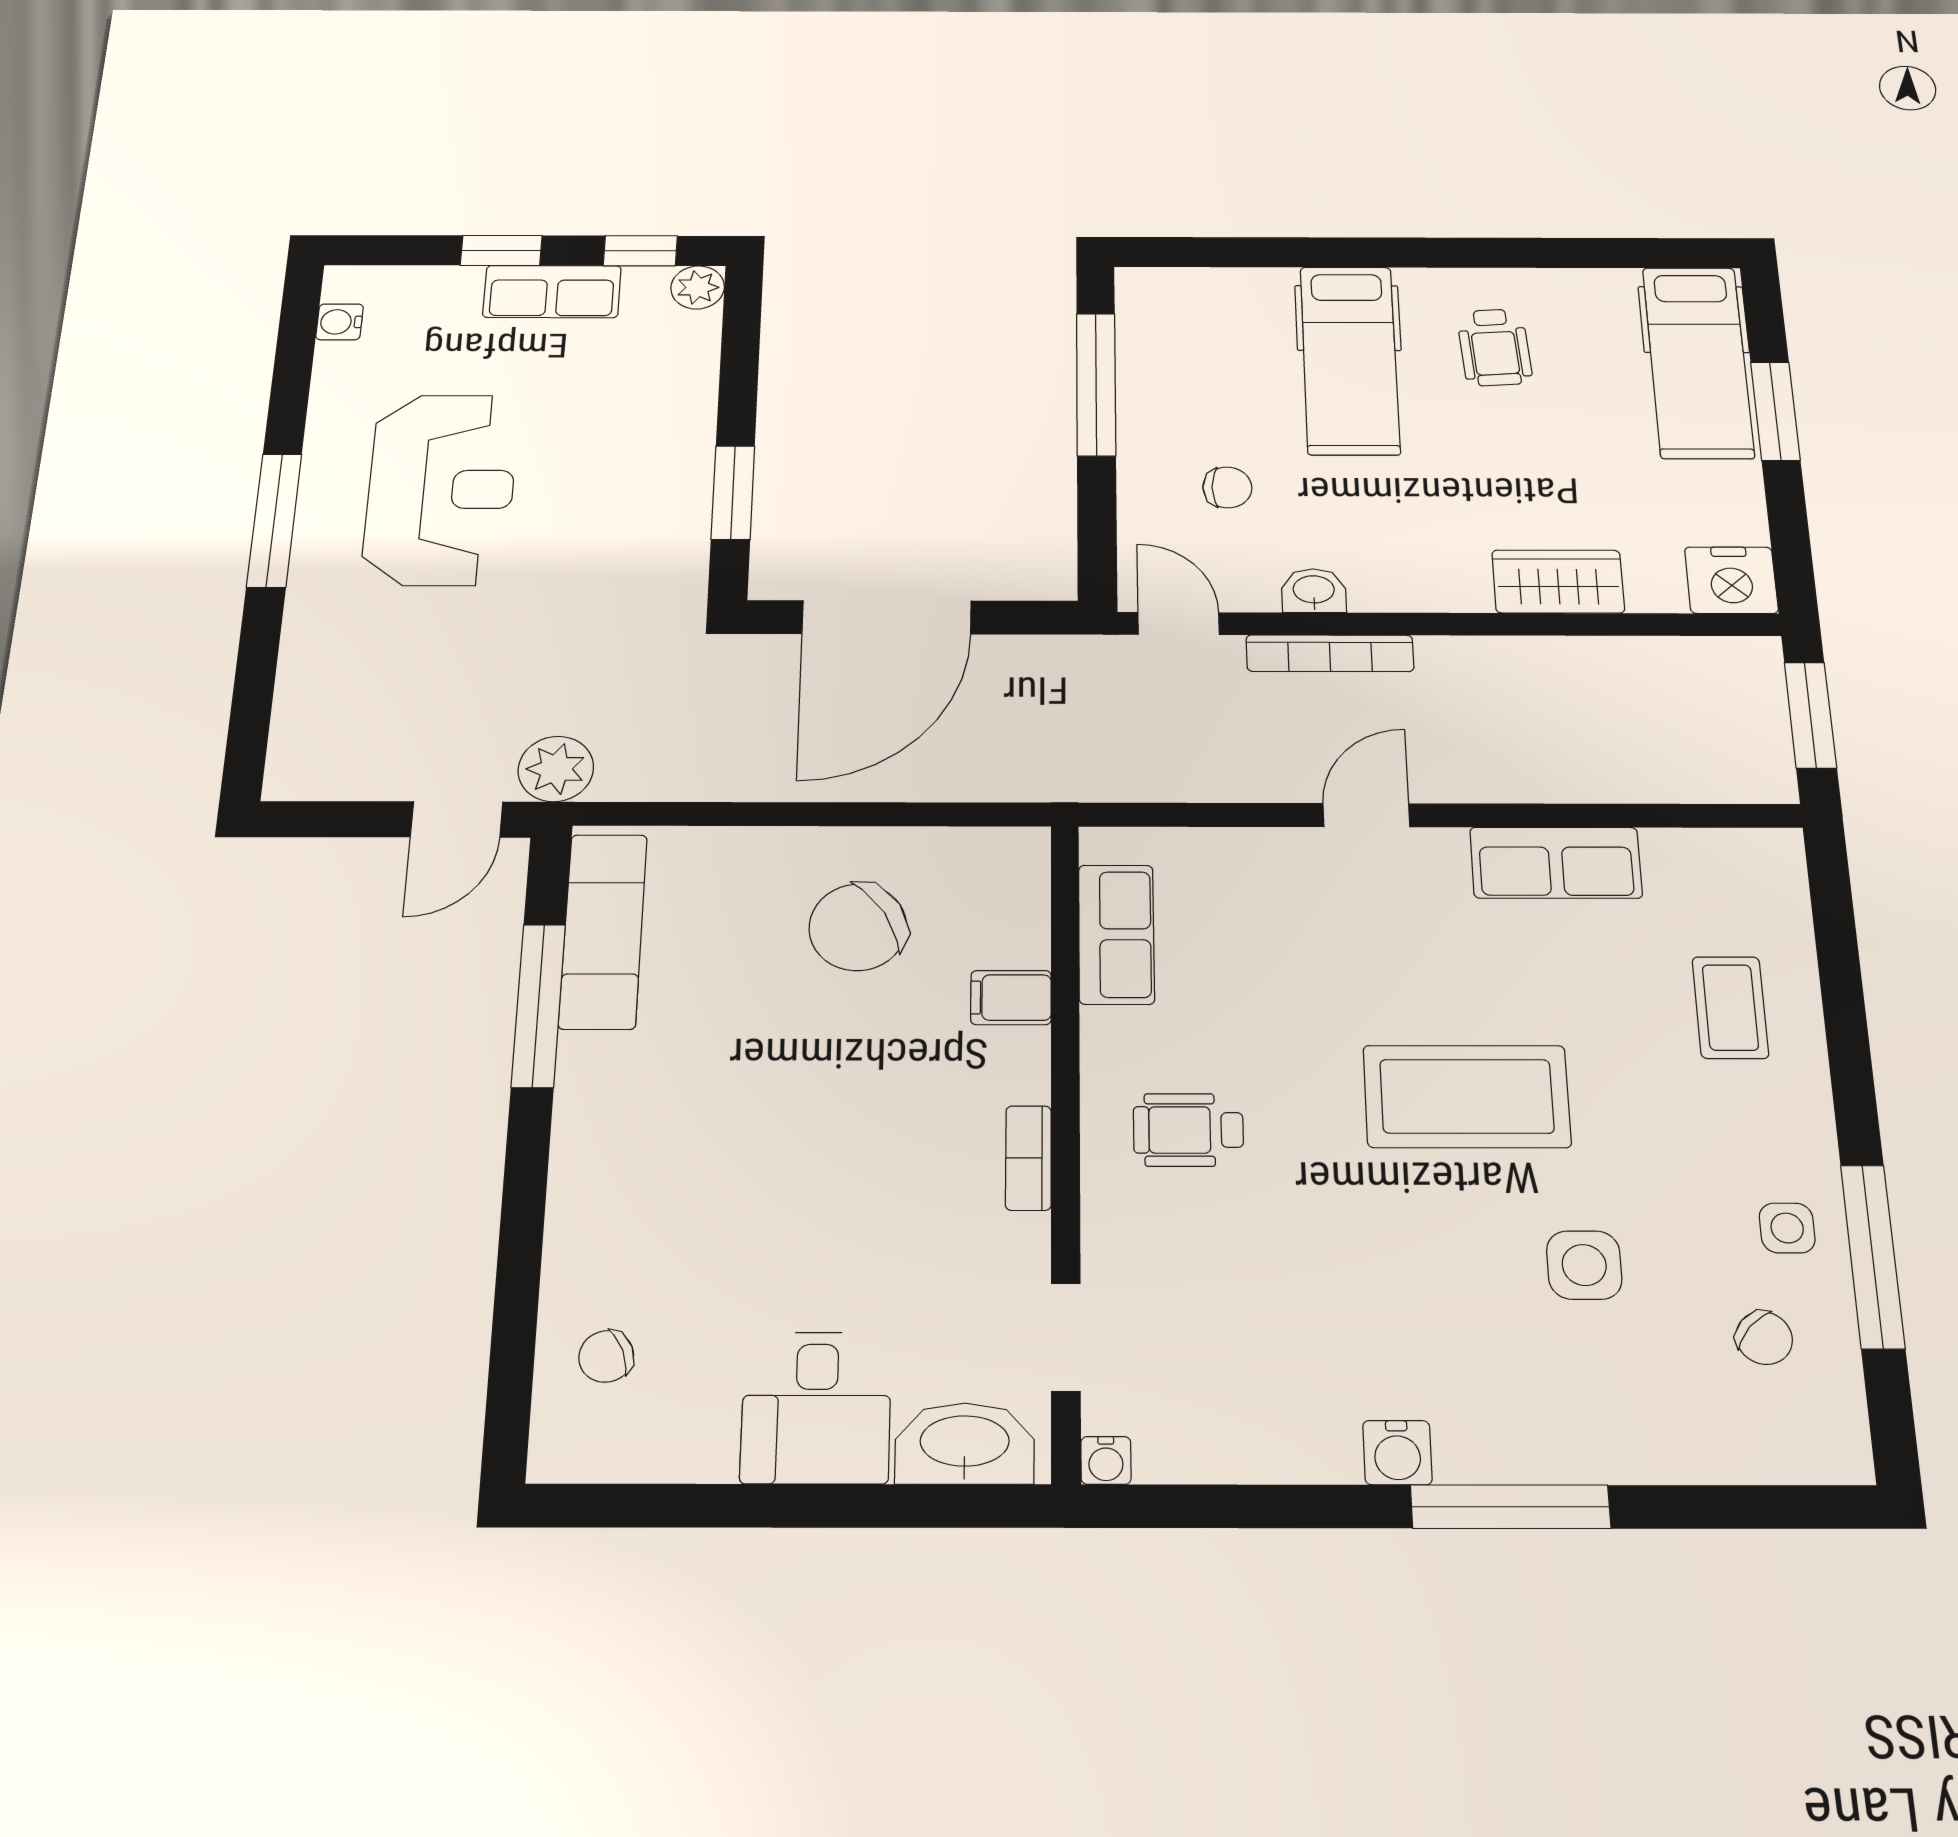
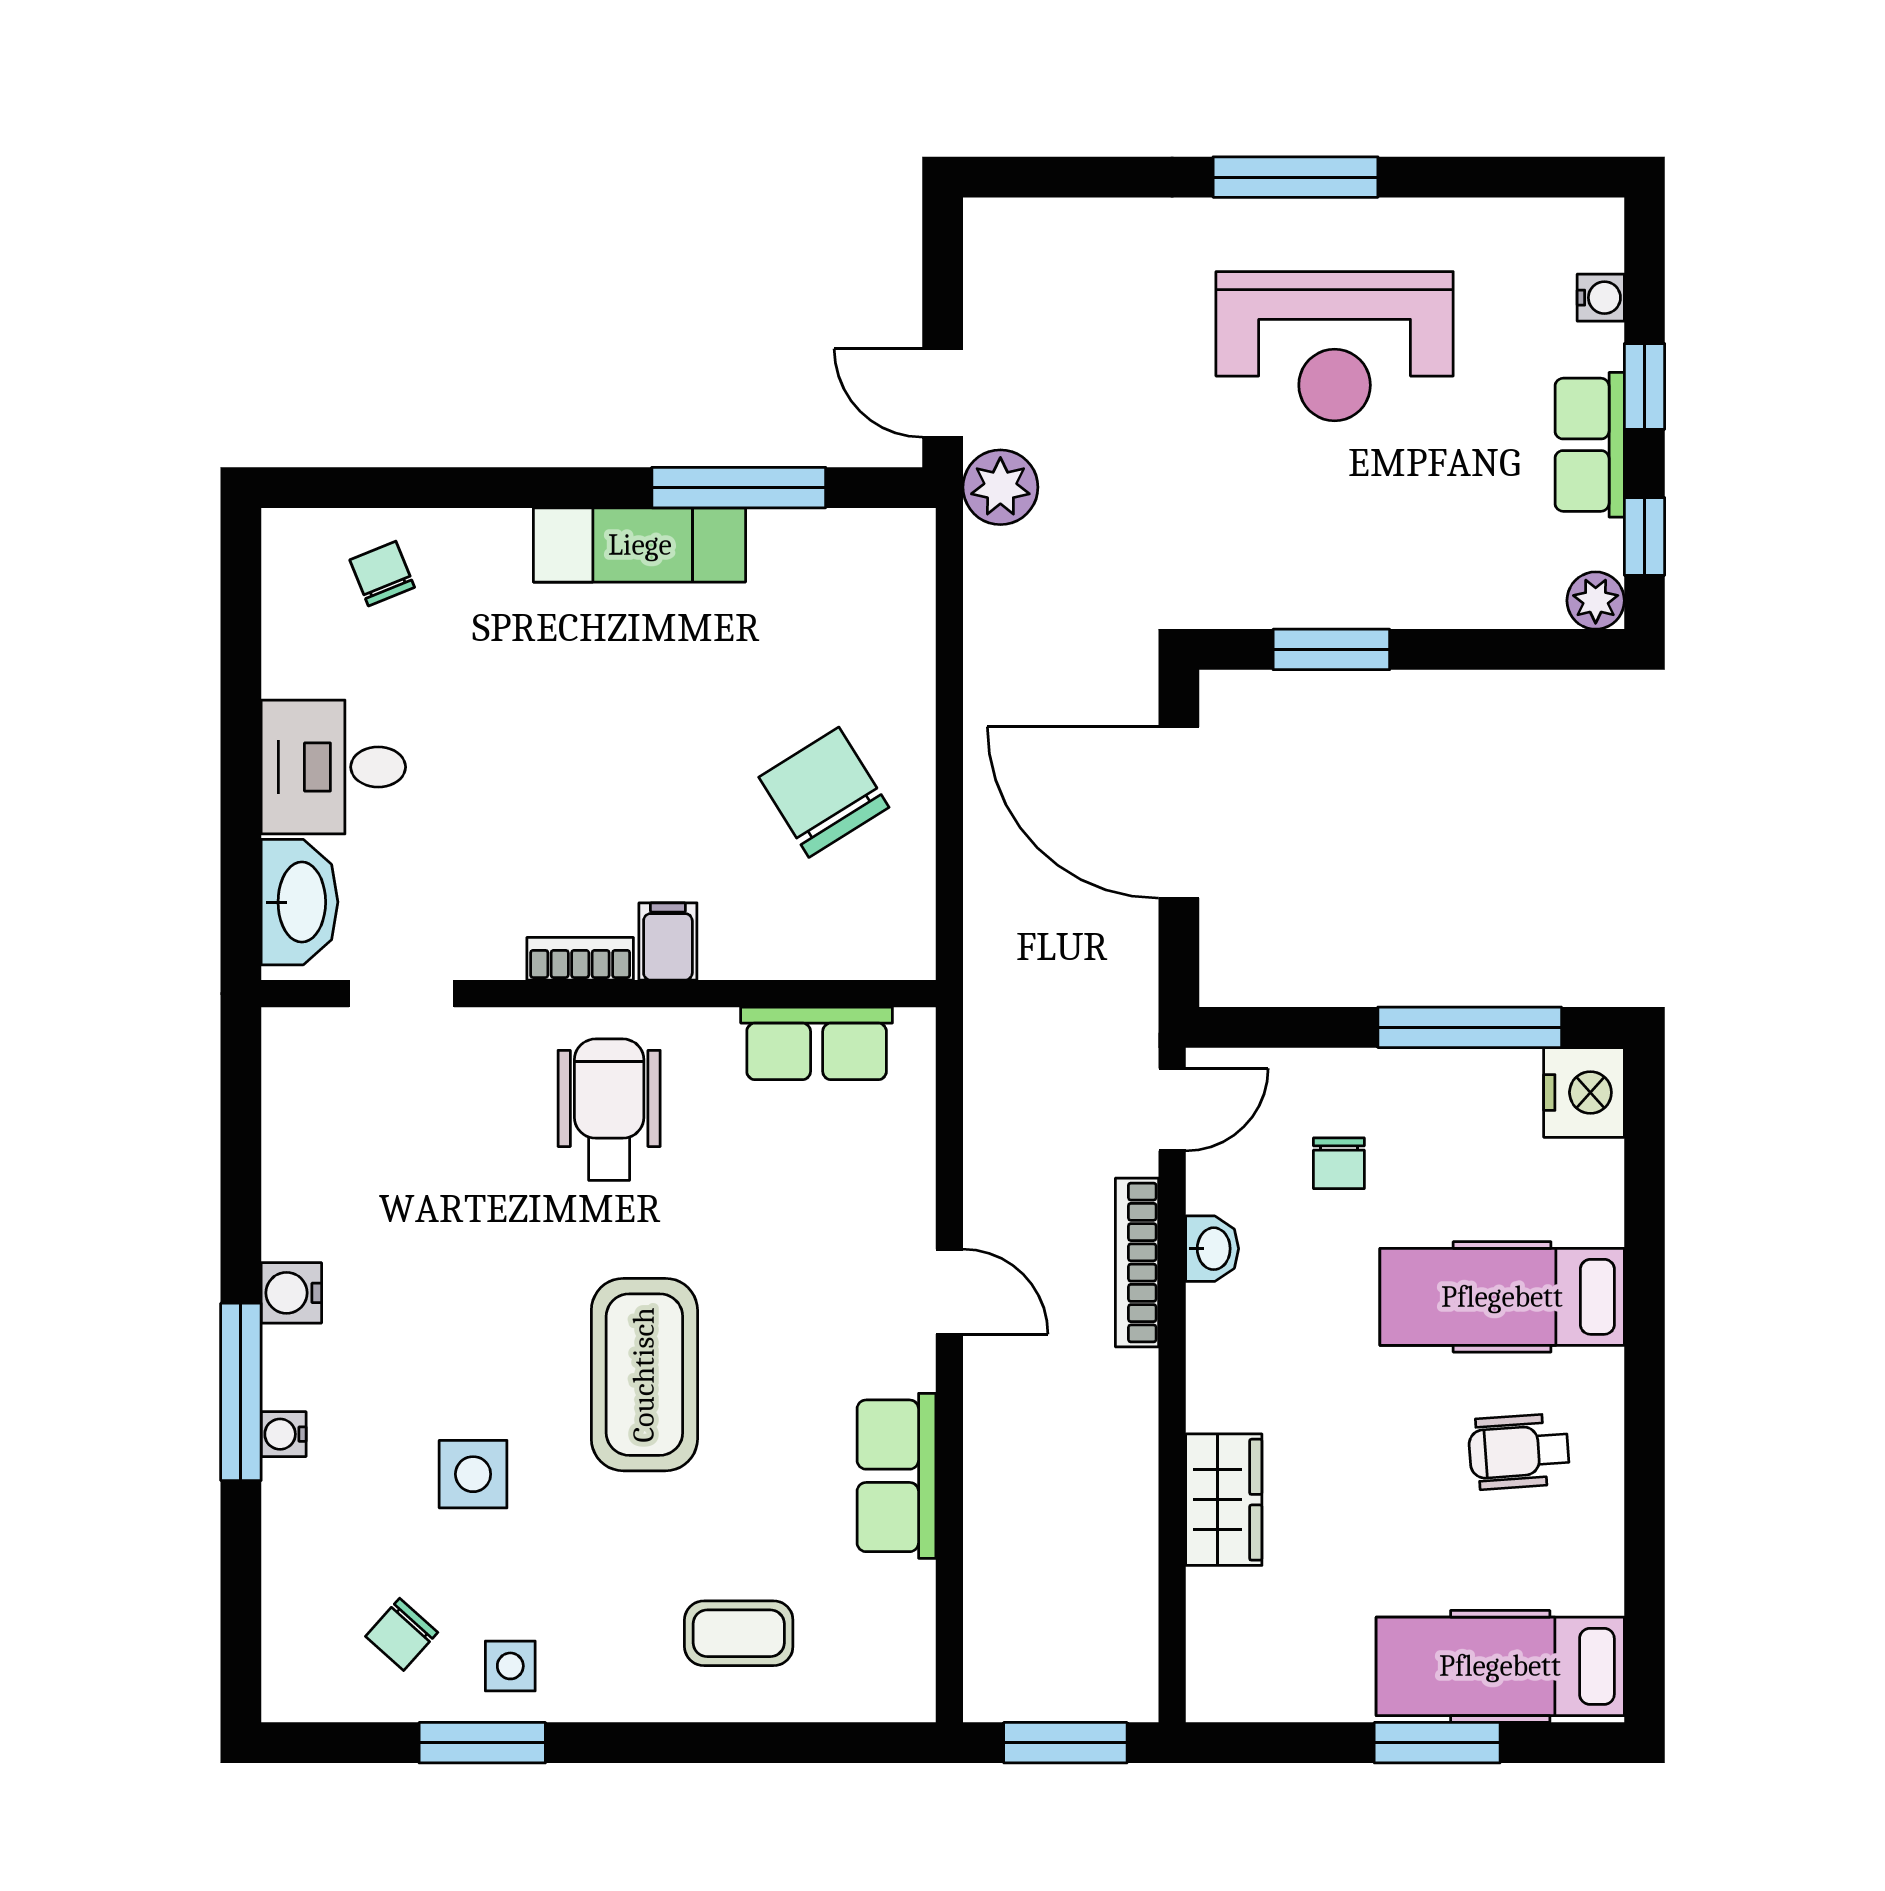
water cooler: (340, 322) -> (1601, 298), moved, turned 90
nightstand: (1731, 580) -> (1584, 1092), moved, turned 180
exam couch: (603, 931) -> (640, 545), moved
filing cabinet: (1011, 998) -> (668, 941), moved
wheelchair: (1188, 1130) -> (609, 1110), width x1.36, depth x1.37
window: (1873, 1256) -> (482, 1743), width x0.69
water cooler: (1106, 1460) -> (284, 1434), moved

